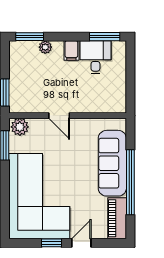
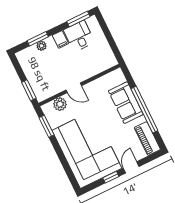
window: (30, 37) -> (38, 39), moved
plant: (20, 127) -> (60, 104), moved
sofa: (112, 163) -> (126, 103), width x0.73

